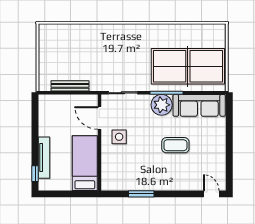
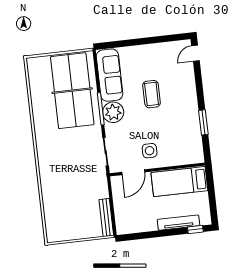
bench: (70, 86) -> (106, 218), moved

